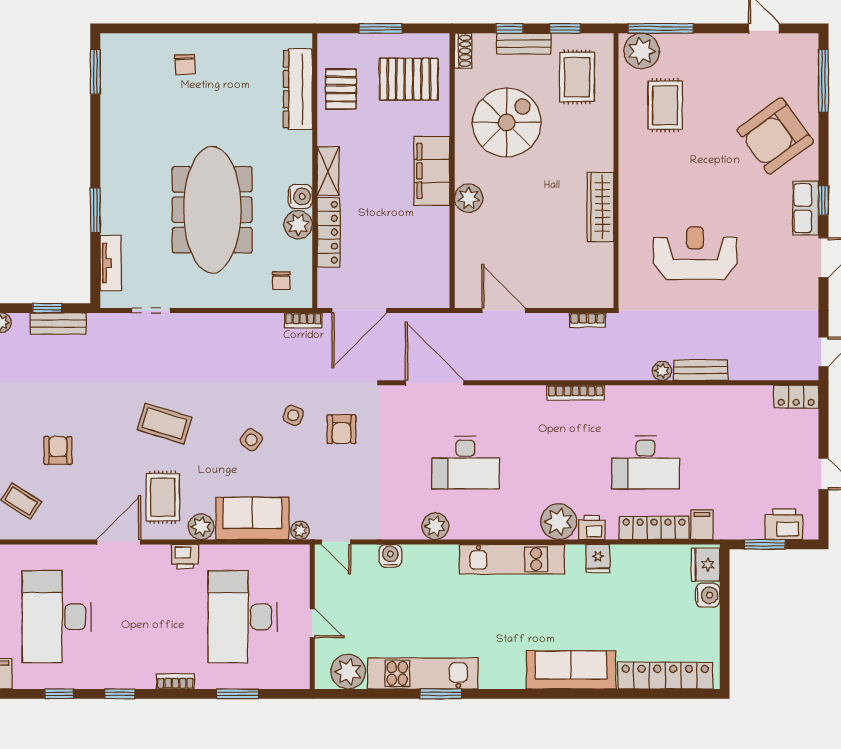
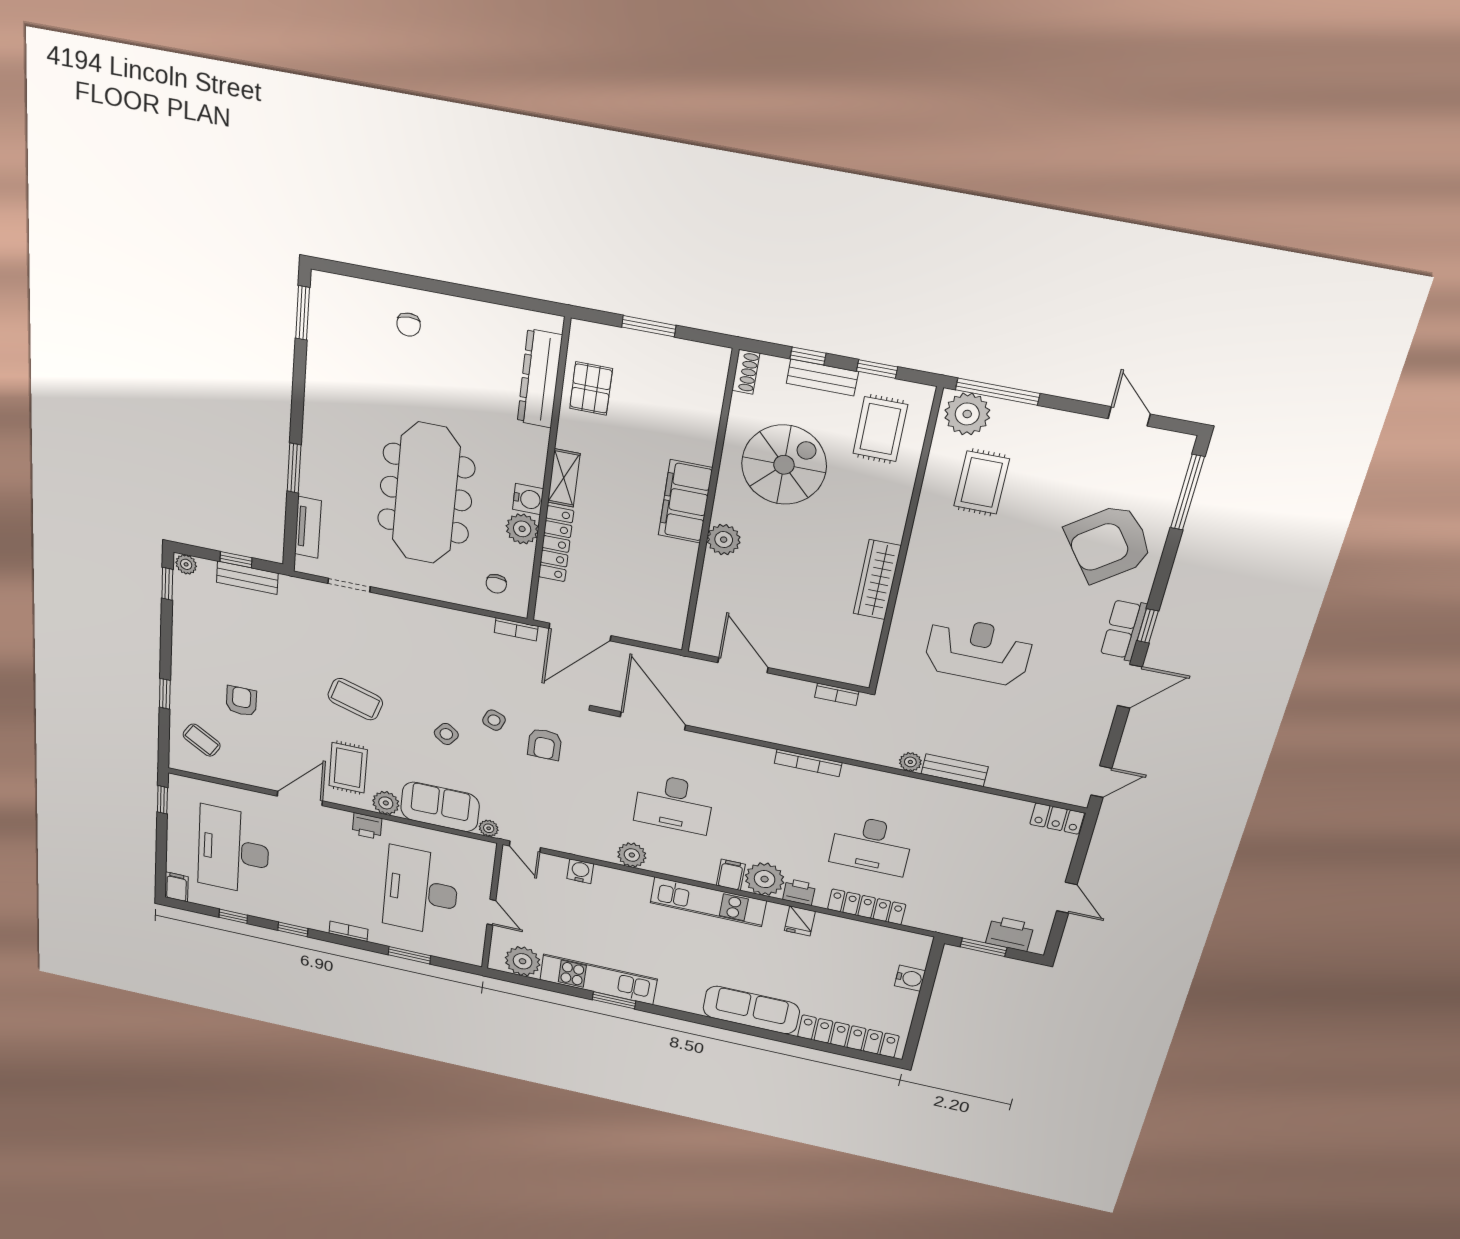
pallet: (409, 79) -> (674, 392), removed
filing cabinet: (702, 525) -> (731, 875), moved
fridge: (705, 565) -> (914, 951), removed

